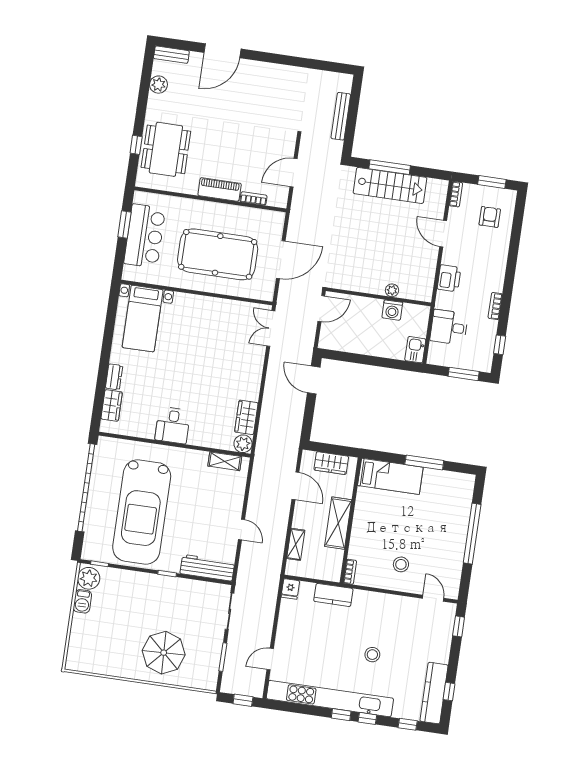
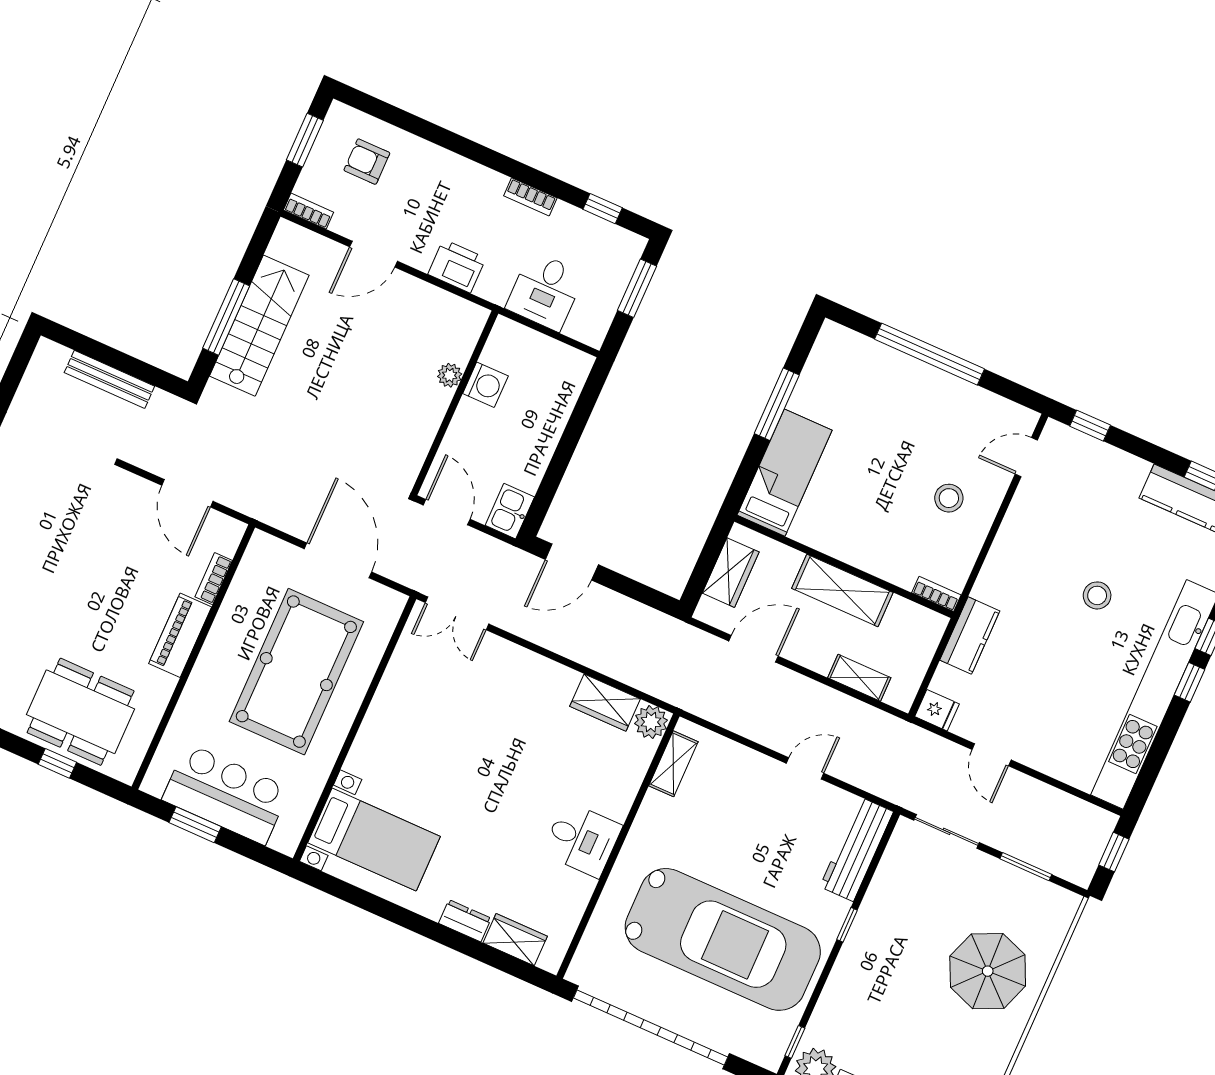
kitchen sink: (415, 350) -> (510, 511), moved, turned 90
door: (270, 659) -> (992, 755), moved

